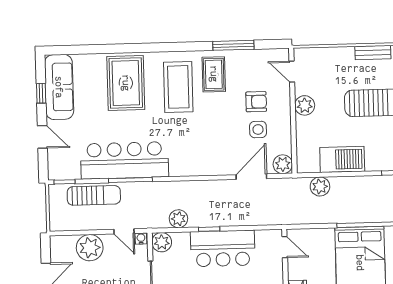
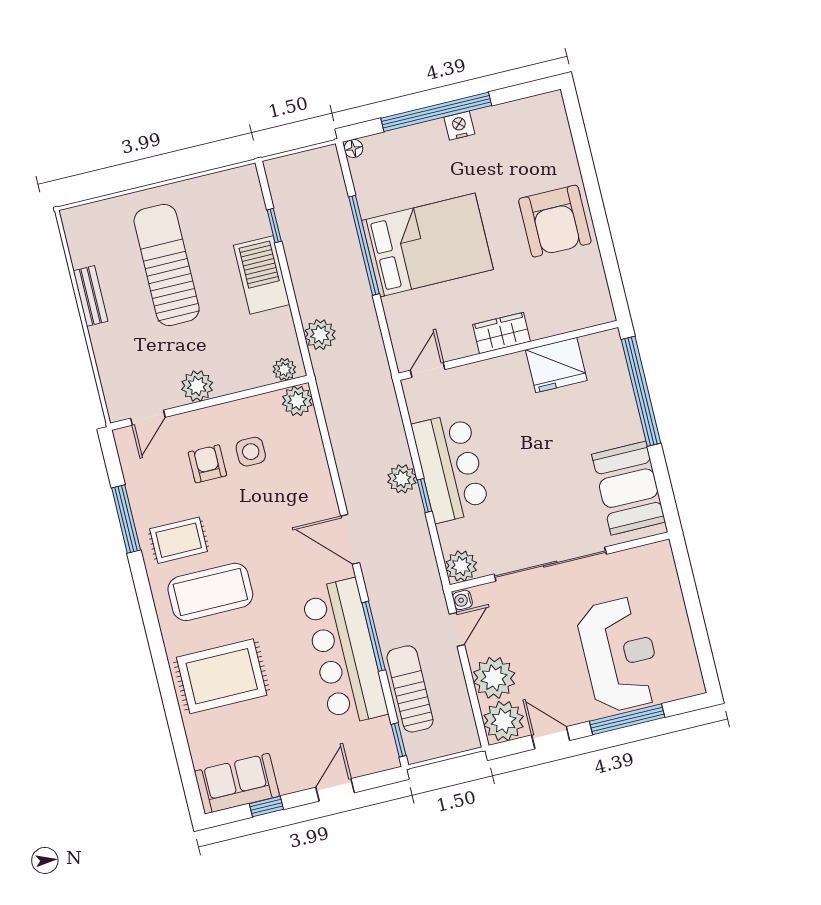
sofa: (59, 87) -> (237, 784), width x0.73
barbecue: (342, 159) -> (262, 275), moved
plant: (303, 160) -> (284, 369), added
door: (251, 177) -> (350, 539), moved
plant: (178, 219) -> (402, 479), moved
plant: (62, 248) -> (504, 721), added

